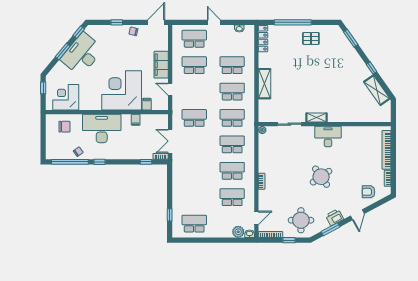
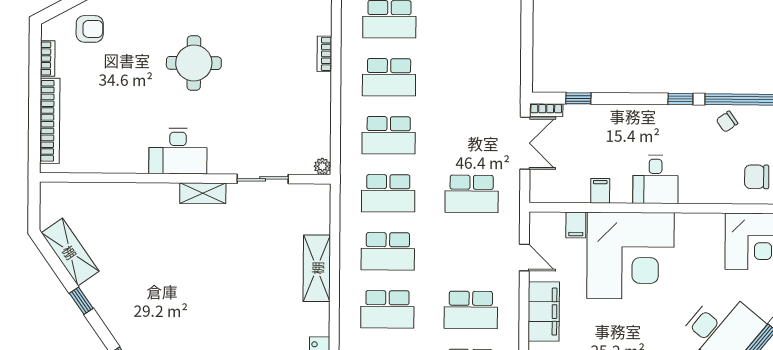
desk: (102, 128) -> (655, 179), width x0.53, depth x0.77
round table: (321, 177) -> (194, 63), turned 35

